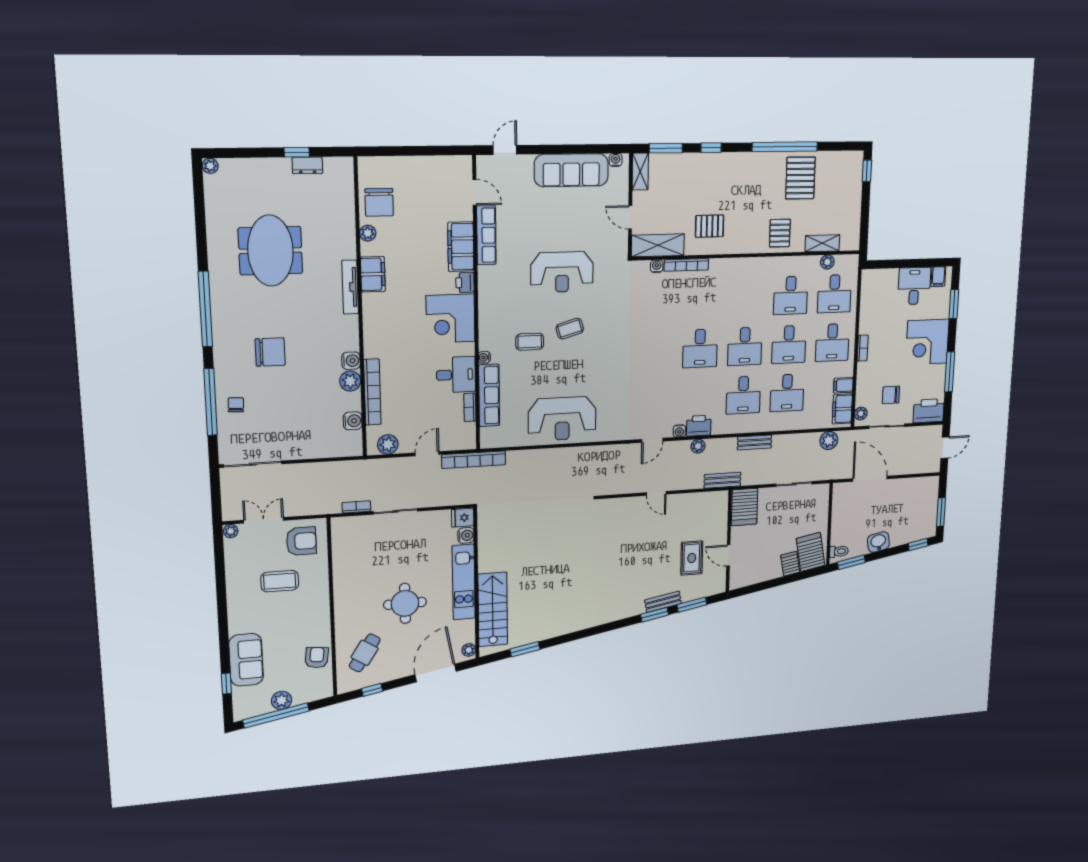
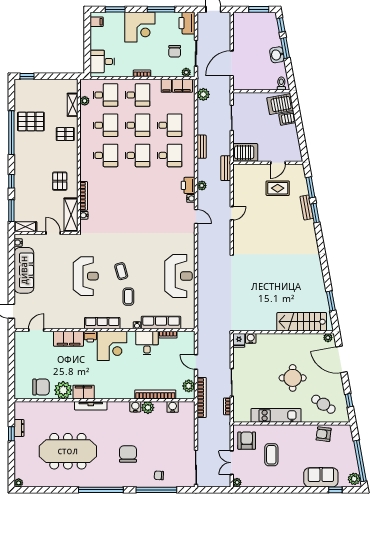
door: (630, 217) -> (53, 233), swing flipped
plant: (368, 233) -> (63, 390), width x1.87, depth x1.87
row of seats: (486, 235) -> (102, 323), moved
meeting table: (270, 251) -> (68, 451), width x1.36
desk: (914, 286) -> (102, 61), moved
desk: (700, 348) -> (105, 155), moved
bookcase: (474, 460) -> (202, 397), moved
window: (851, 562) -> (285, 48), moved
kitchen unit: (464, 582) -> (276, 415), moved, turned 180
plant: (282, 700) -> (354, 479), moved

